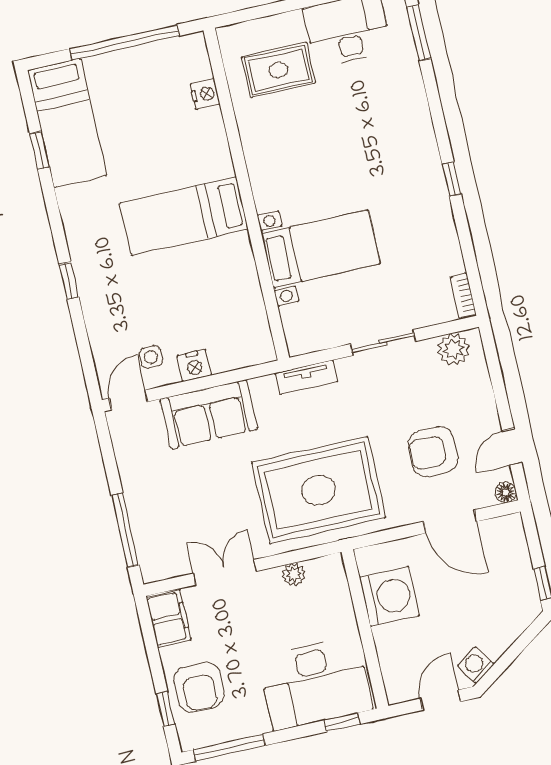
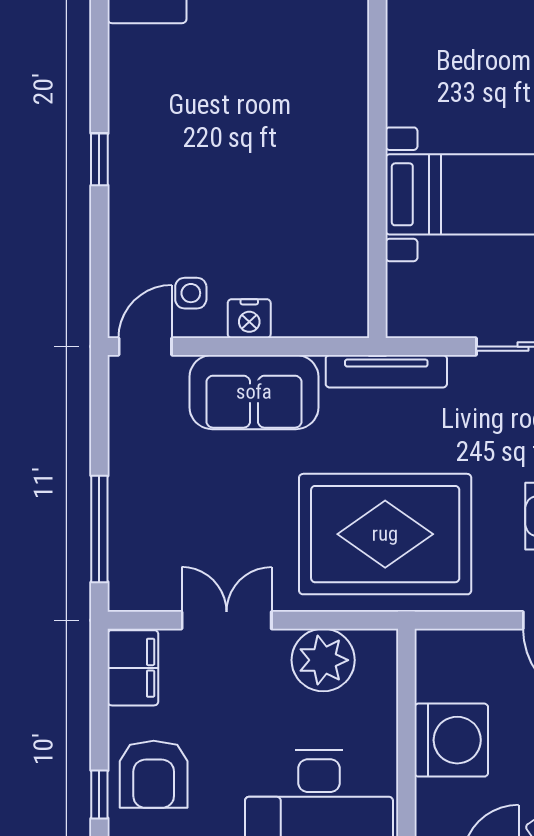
bed: (184, 216) -> (282, 105), removed
tv unit: (306, 377) -> (386, 371), width x1.41
plant: (294, 574) -> (323, 660), width x1.88, depth x1.88
washing machine: (389, 596) -> (451, 740), moved

